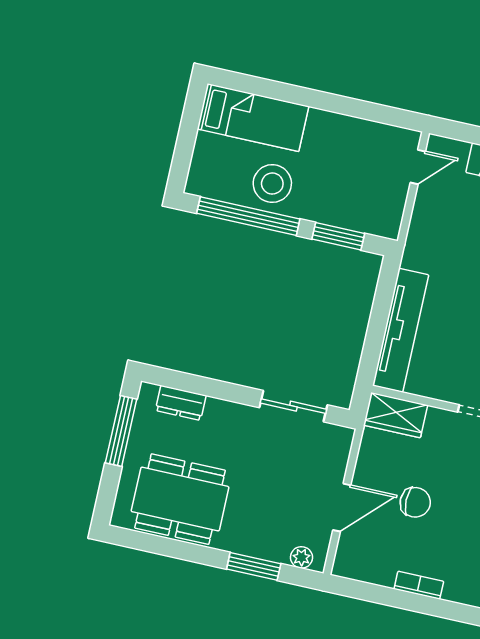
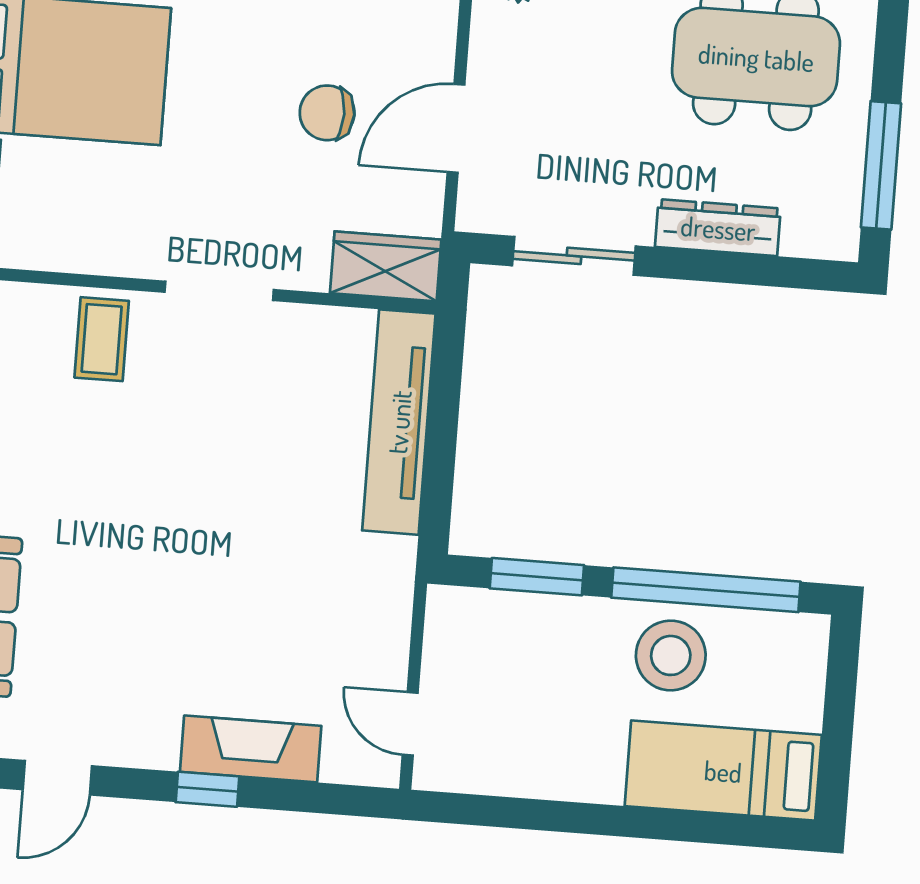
door: (418, 167) -> (410, 724), hinge flipped
dresser: (181, 403) -> (718, 228), moved, width x1.44
door: (342, 508) -> (456, 128), moved

